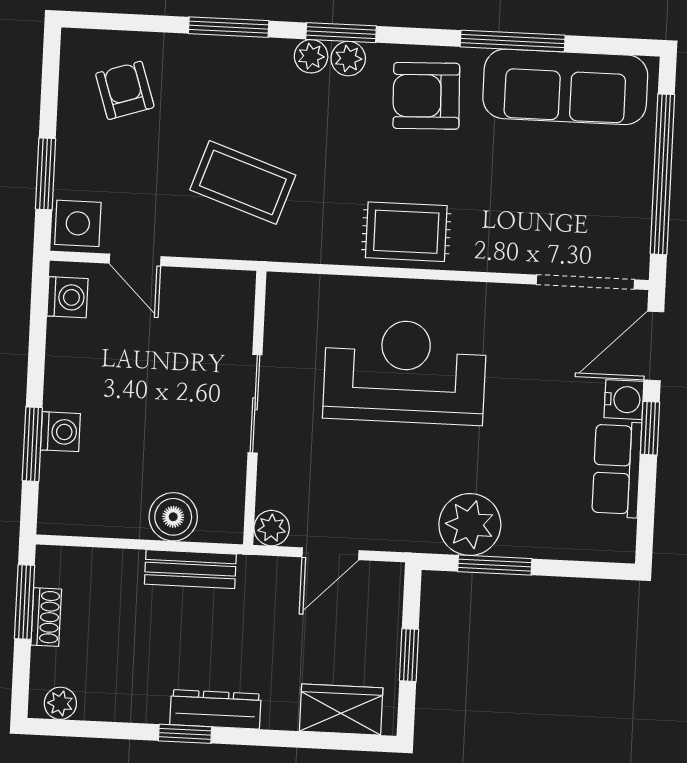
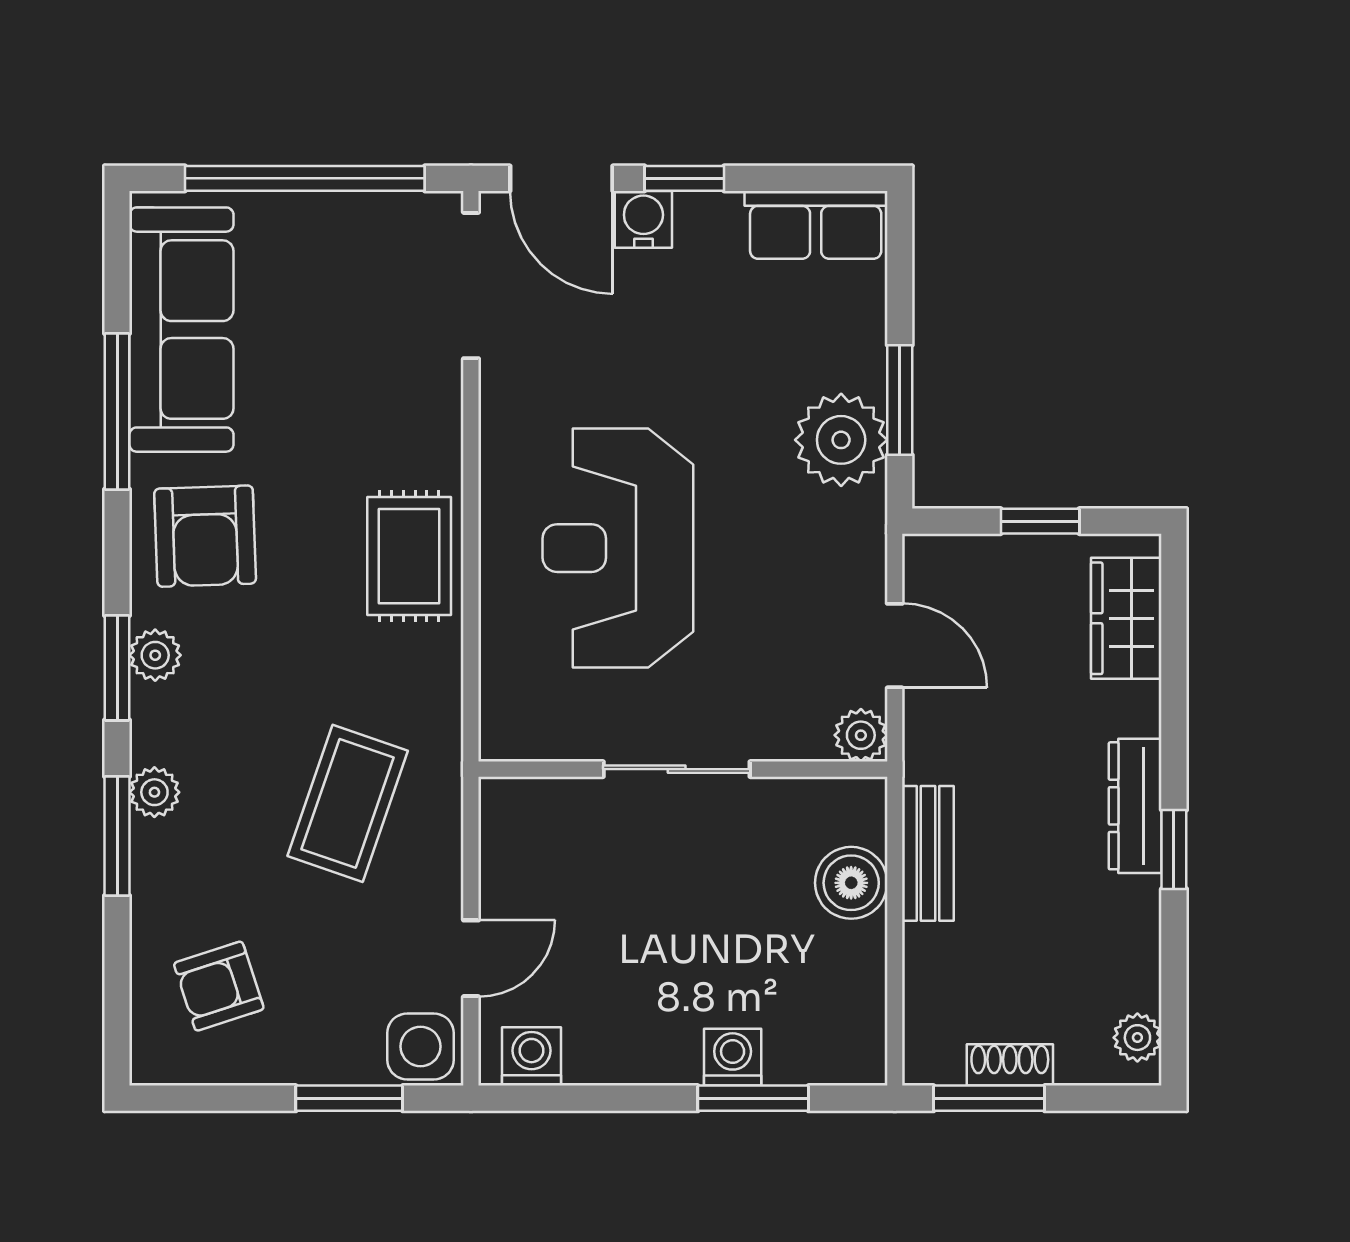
plant: (311, 56) -> (154, 792), moved
row of seats: (617, 469) -> (816, 225), moved

